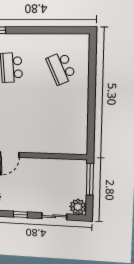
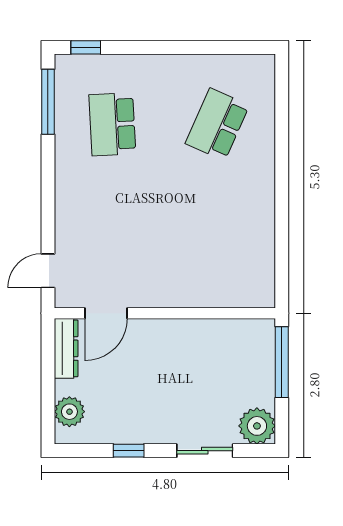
school desk: (61, 68) -> (217, 124), turned 48

